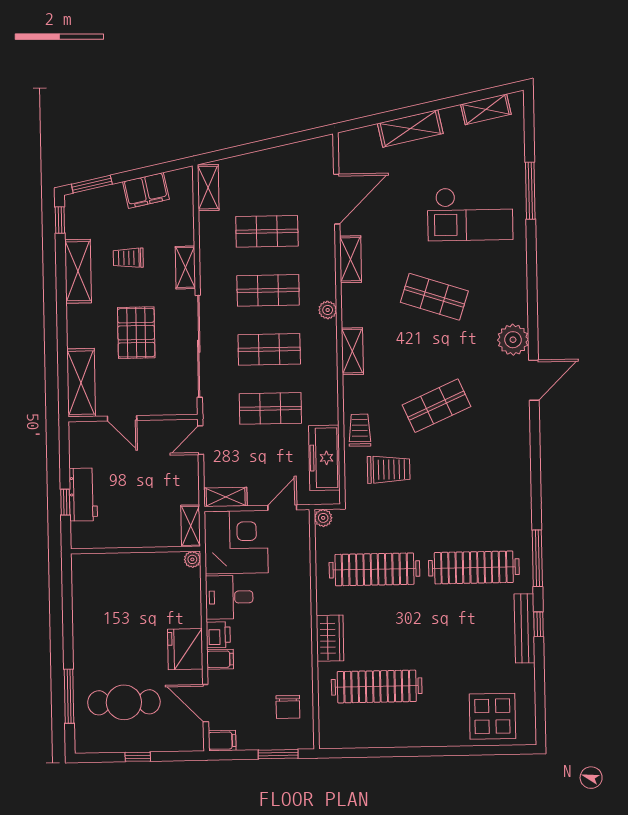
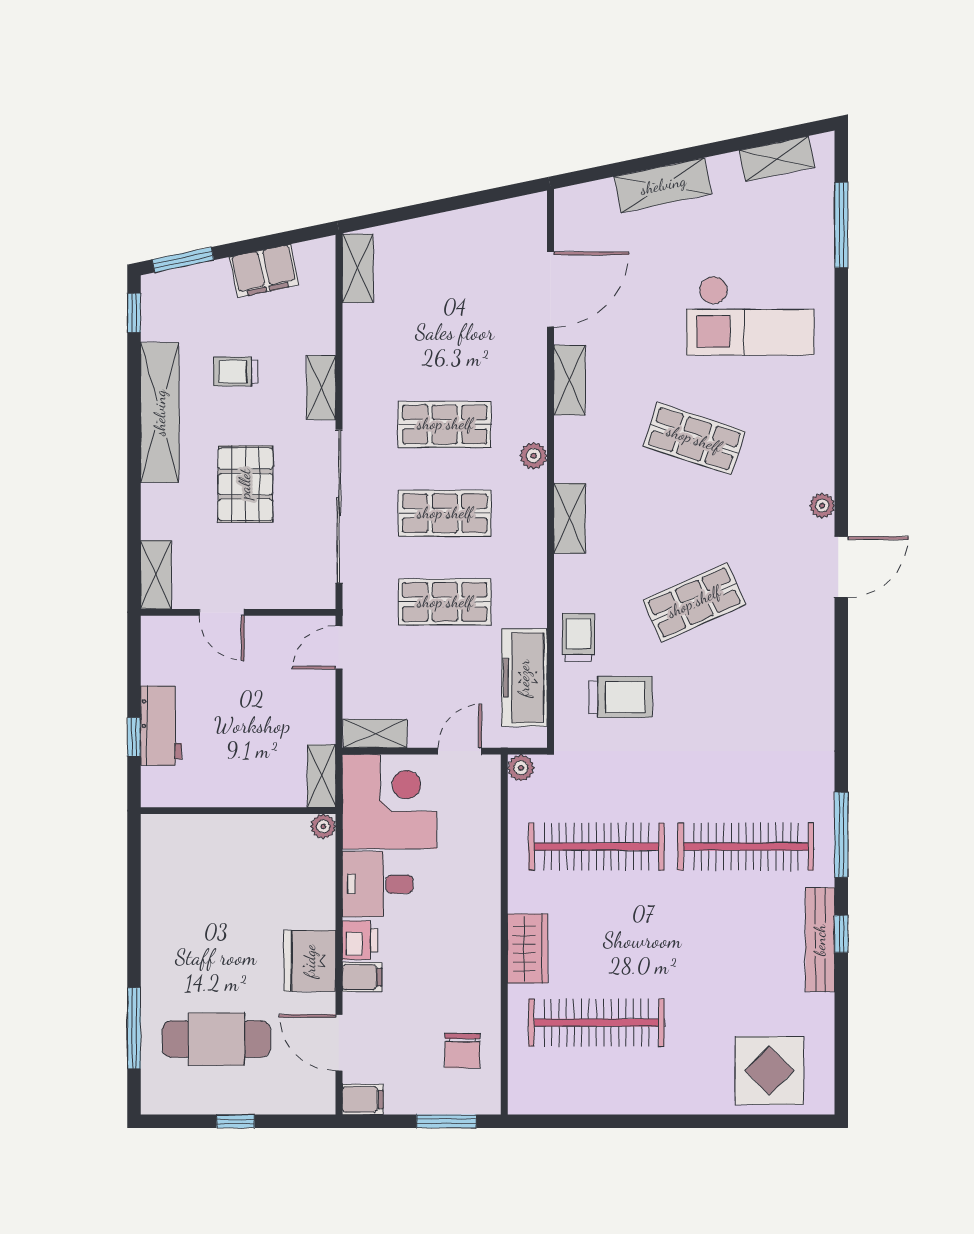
window: (530, 191) -> (841, 225), moved
shop shelf: (267, 231) -> (445, 336), removed
shelving: (78, 271) -> (160, 413), width x1.47
plant: (513, 340) -> (822, 506), width x0.53, depth x0.53
shelving: (81, 383) -> (156, 575), width x0.67, depth x0.75

